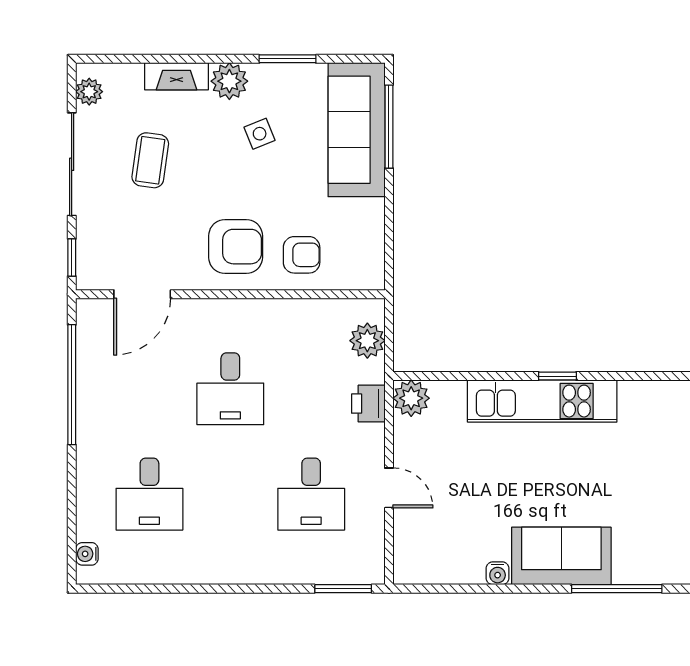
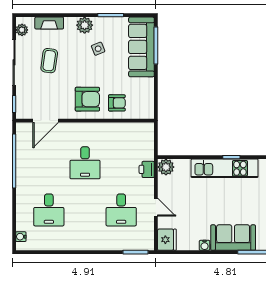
fireplace: (177, 76) -> (49, 23), moved
plant: (367, 341) -> (146, 141), removed
fridge: (414, 561) -> (167, 240), added

